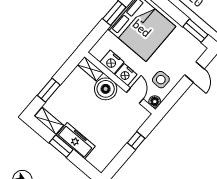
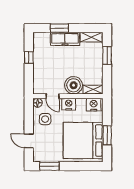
nightstand: (112, 62) -> (94, 105), moved
window: (136, 141) -> (29, 57), moved
window: (61, 146) -> (59, 28), moved

